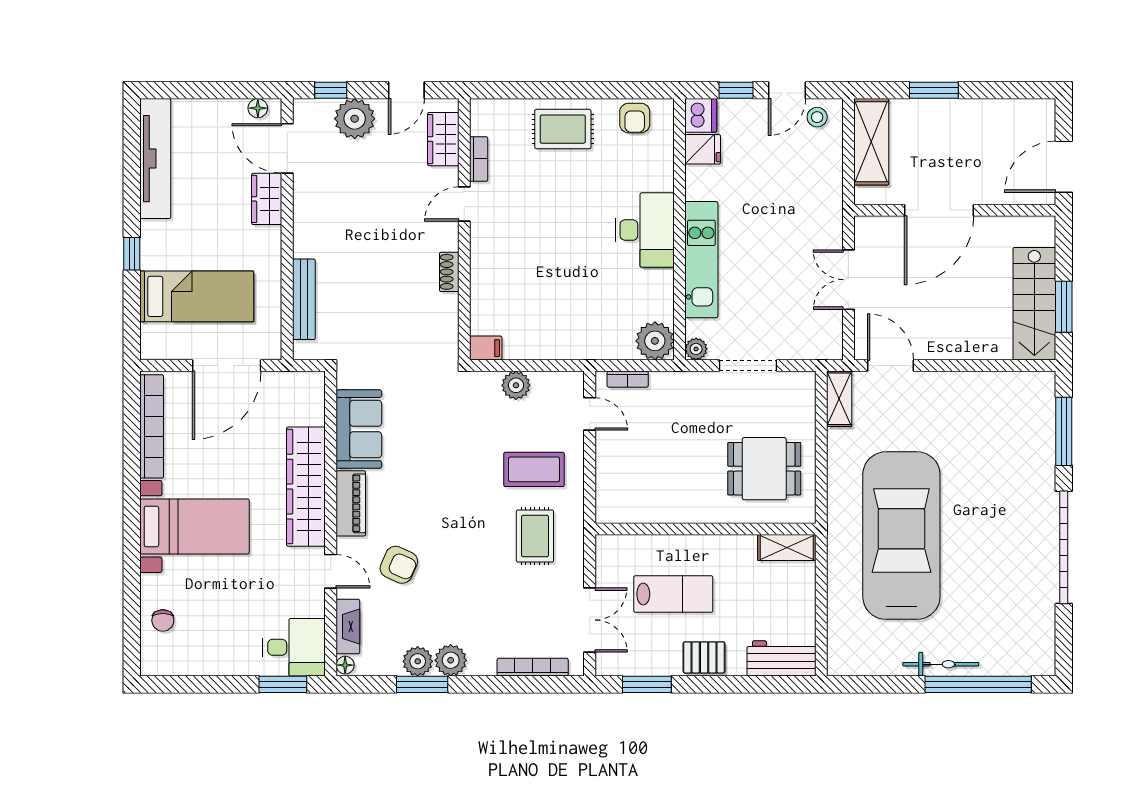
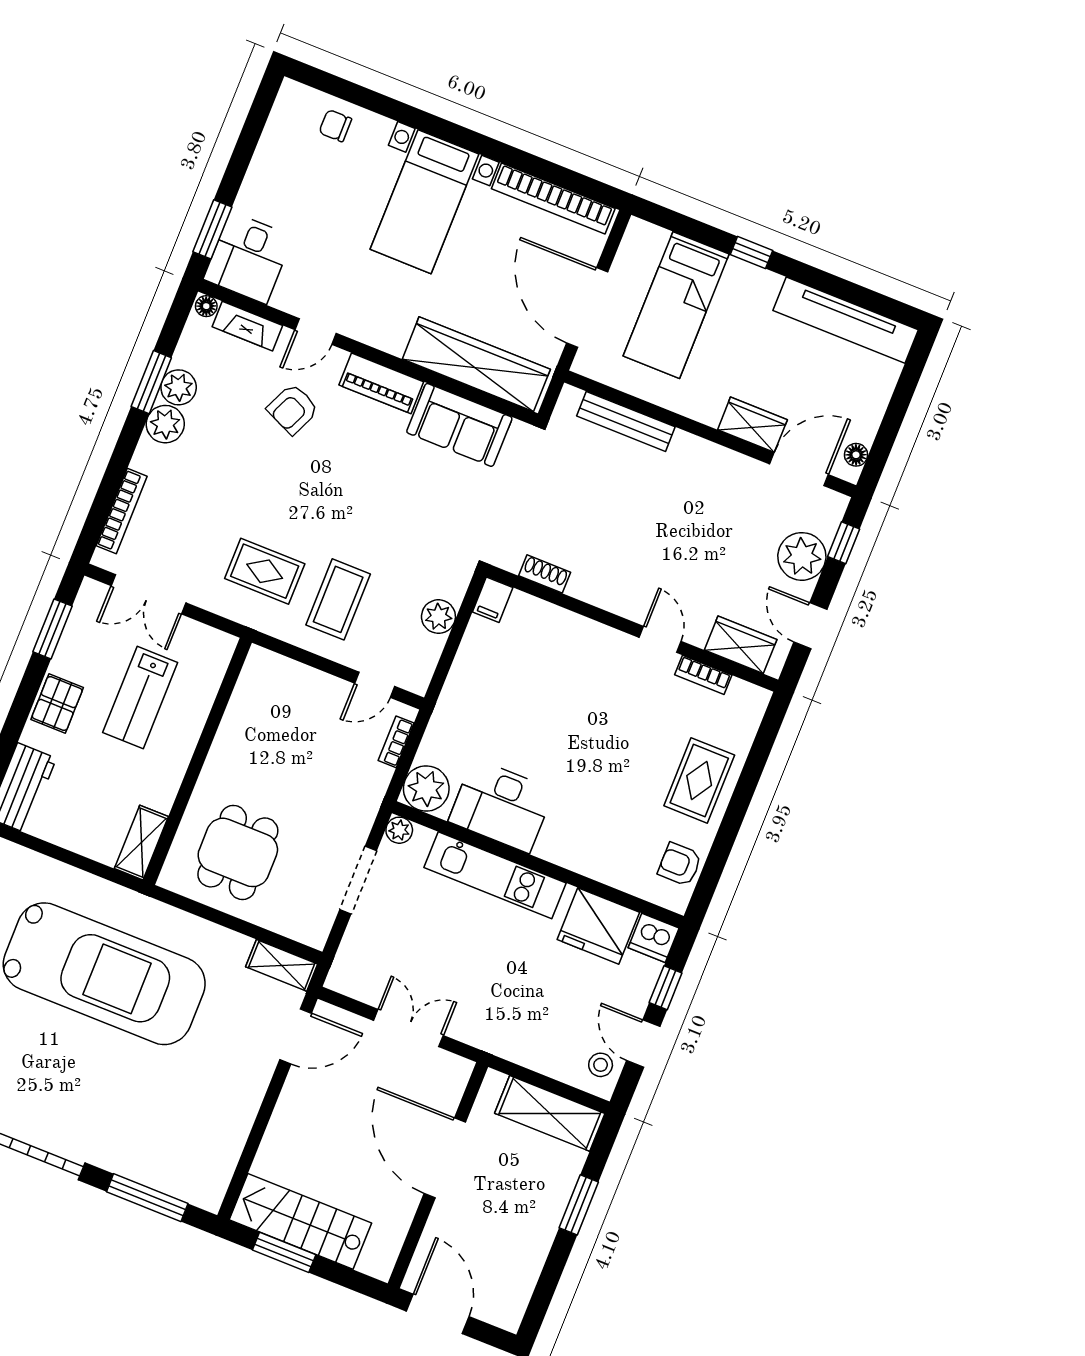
fridge: (703, 149) -> (598, 926), width x1.88, depth x1.34
desk: (645, 230) -> (501, 806), moved
shoe rack: (449, 272) -> (545, 574), moved
wardrobe: (306, 487) -> (476, 364), moved

